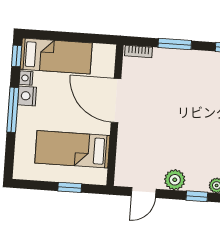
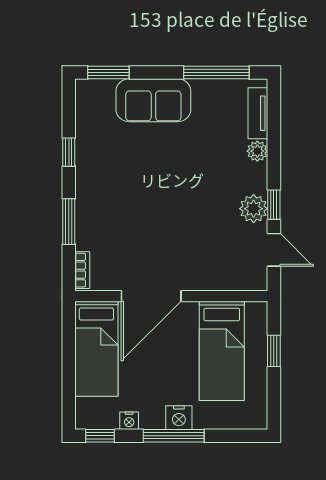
bed: (56, 56) -> (96, 349), moved, turned 180
nightstand: (27, 96) -> (179, 418), moved
window: (197, 196) -> (274, 205), moved

